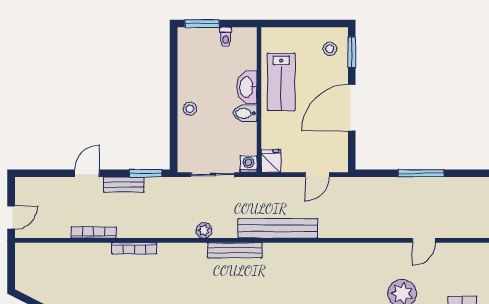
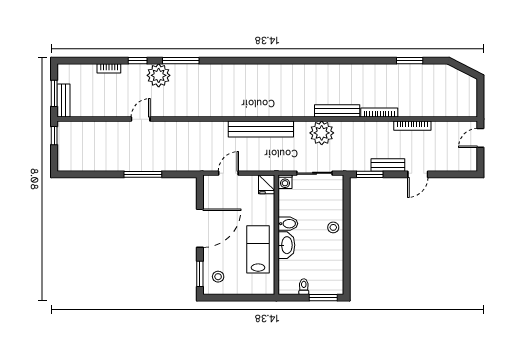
plant: (204, 230) -> (322, 133), width x1.88, depth x1.88
bench: (235, 250) -> (337, 111), moved

